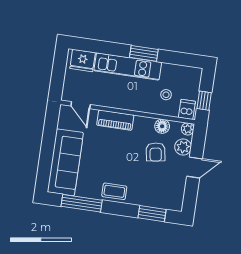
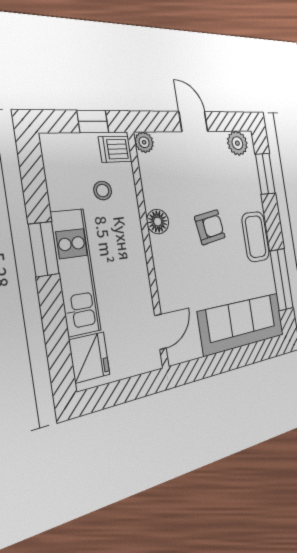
piano: (115, 120) -> (165, 266), removed
floor lamp: (162, 126) -> (158, 222), moved
plant: (183, 147) -> (237, 143), moved
armchair: (156, 152) -> (210, 227), moved
coffee table: (114, 191) -> (256, 237), width x1.36, depth x1.30

